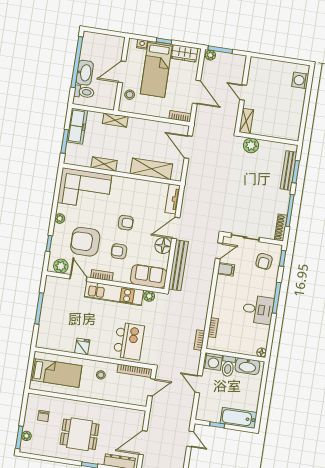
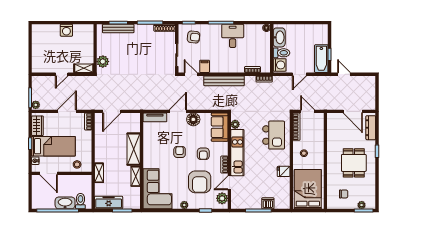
door: (122, 72) -> (49, 173), moved
washing machine: (300, 80) -> (66, 30), moved
shelving: (151, 169) -> (134, 149), moved
door: (176, 228) -> (178, 111), swing flipped
bench: (178, 265) -> (224, 81), moved
dishwasher: (46, 321) -> (268, 203), added
kitchen island: (129, 341) -> (274, 135), turned 90
bed: (56, 373) -> (308, 189), width x1.50
bathtub: (239, 418) -> (321, 59), moved
door: (190, 439) -> (344, 74), hinge flipped

